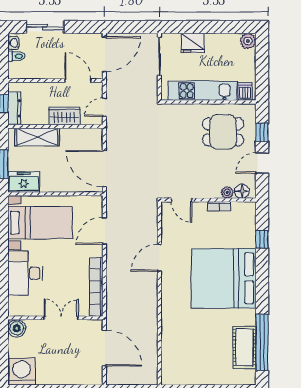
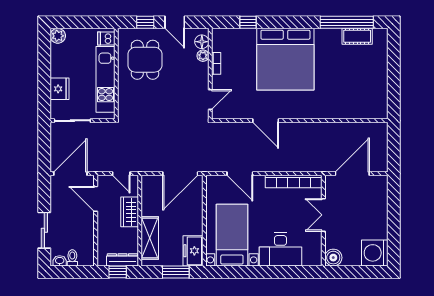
door: (104, 54) -> (70, 174), hinge flipped
door: (78, 81) -> (96, 199), hinge flipped
cot: (245, 347) -> (357, 36), width x0.73, depth x0.75

